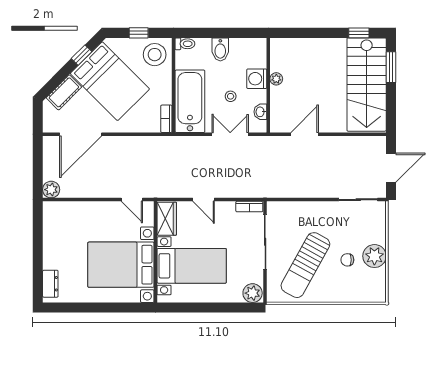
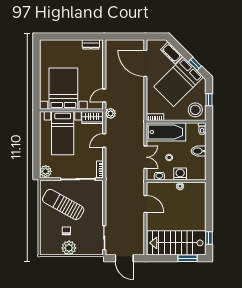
plant: (51, 190) -> (111, 113), moved
dresser: (50, 284) -> (91, 44), moved

